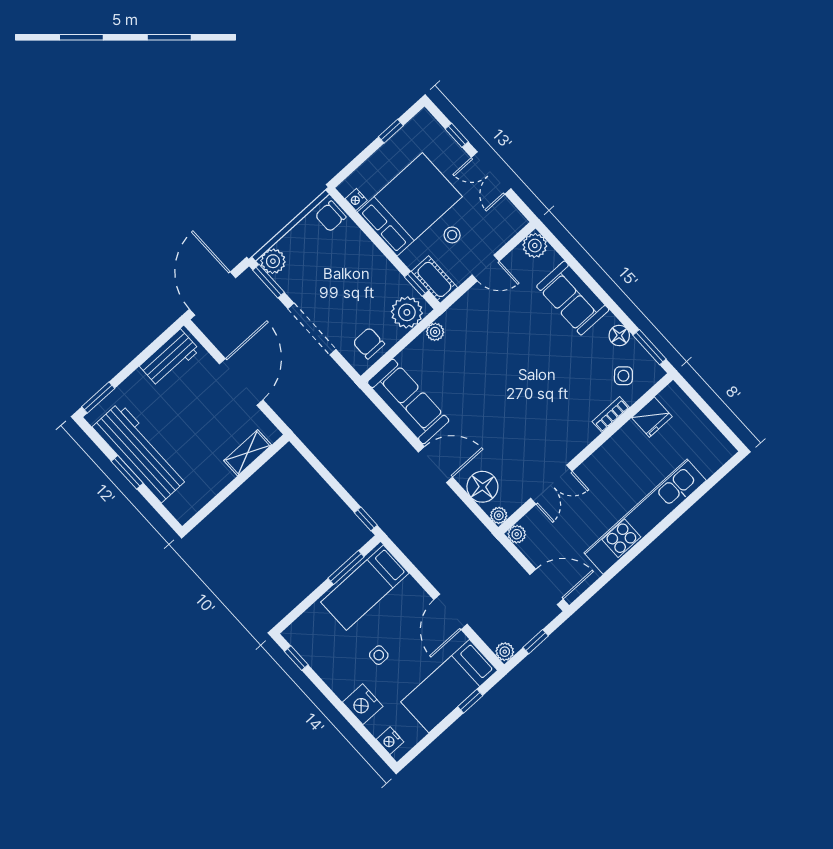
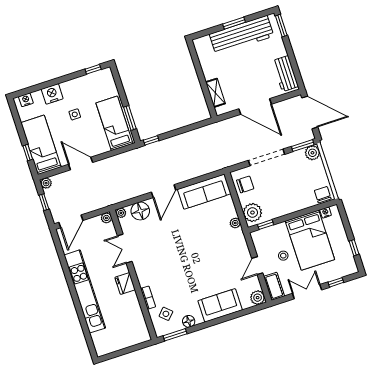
cot: (434, 279) -> (274, 286), moved, turned 90
fridge: (652, 417) -> (125, 284), moved

